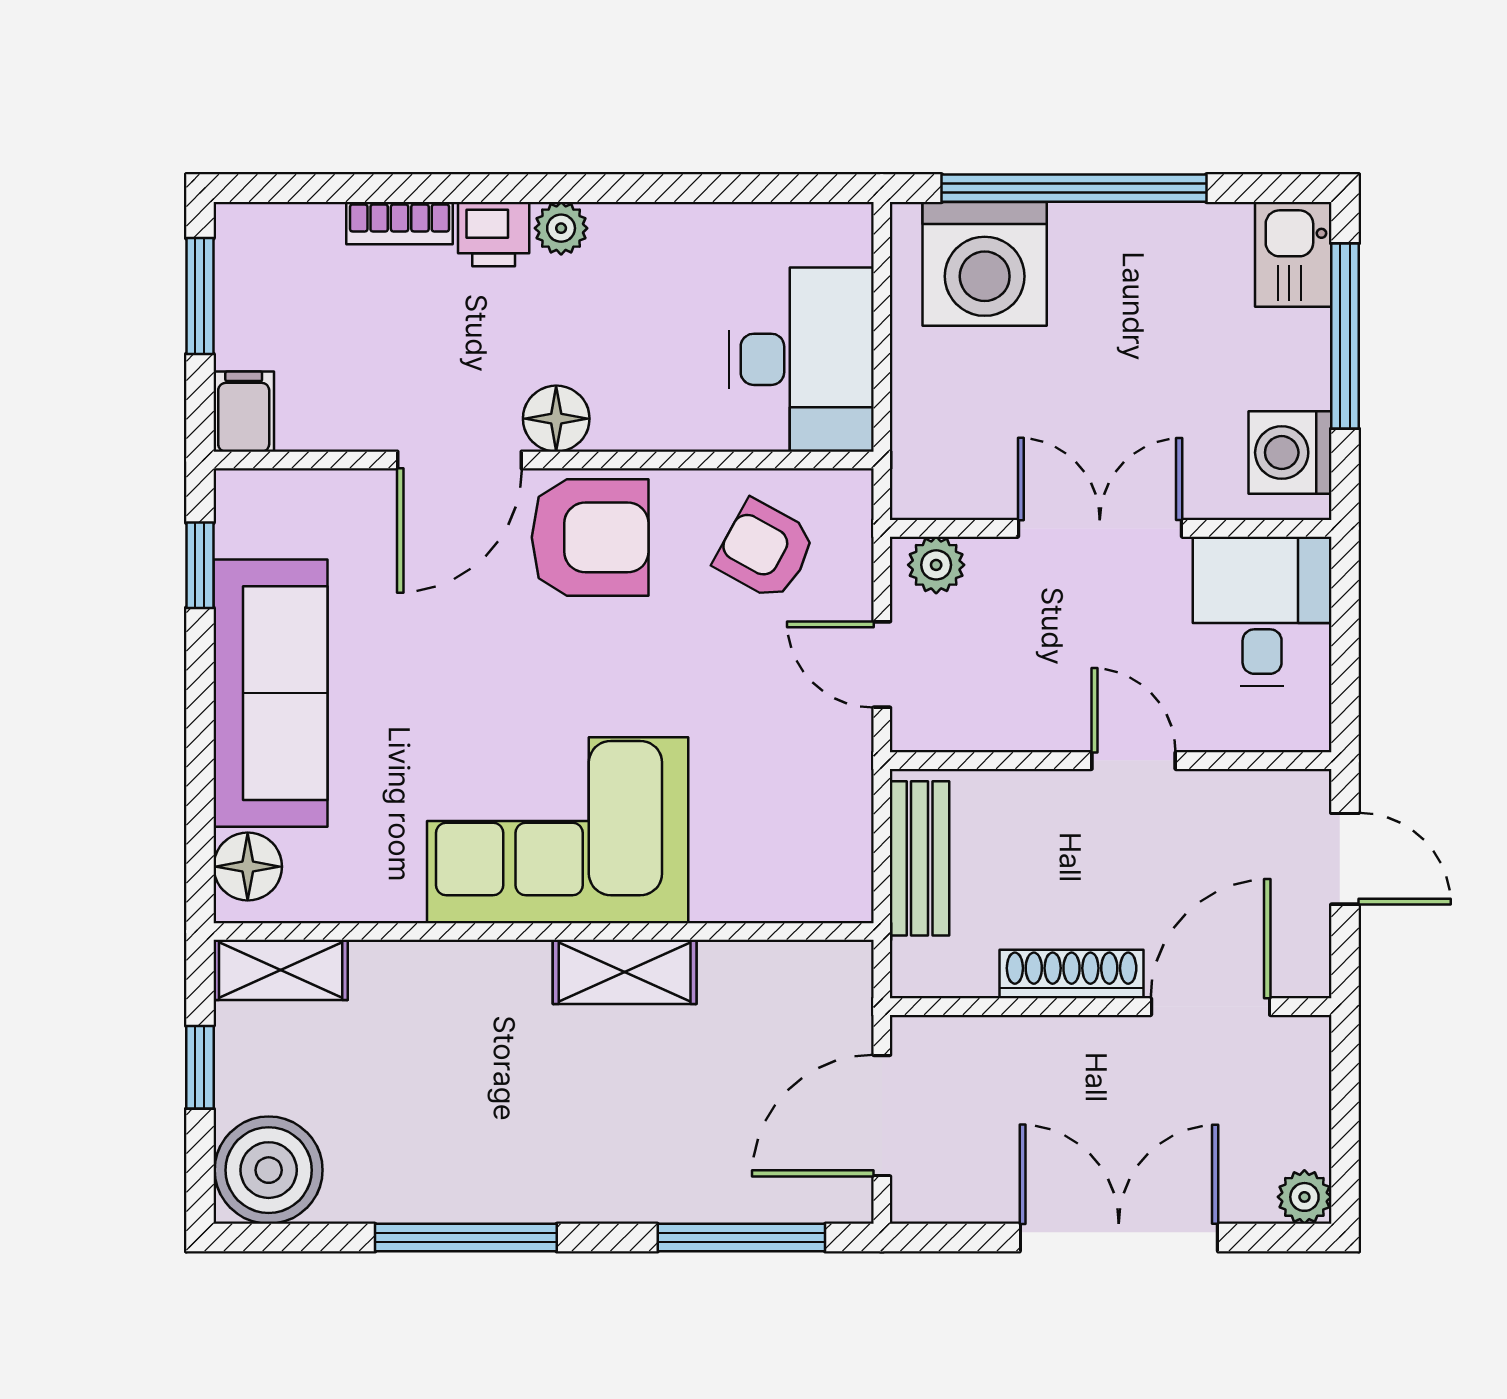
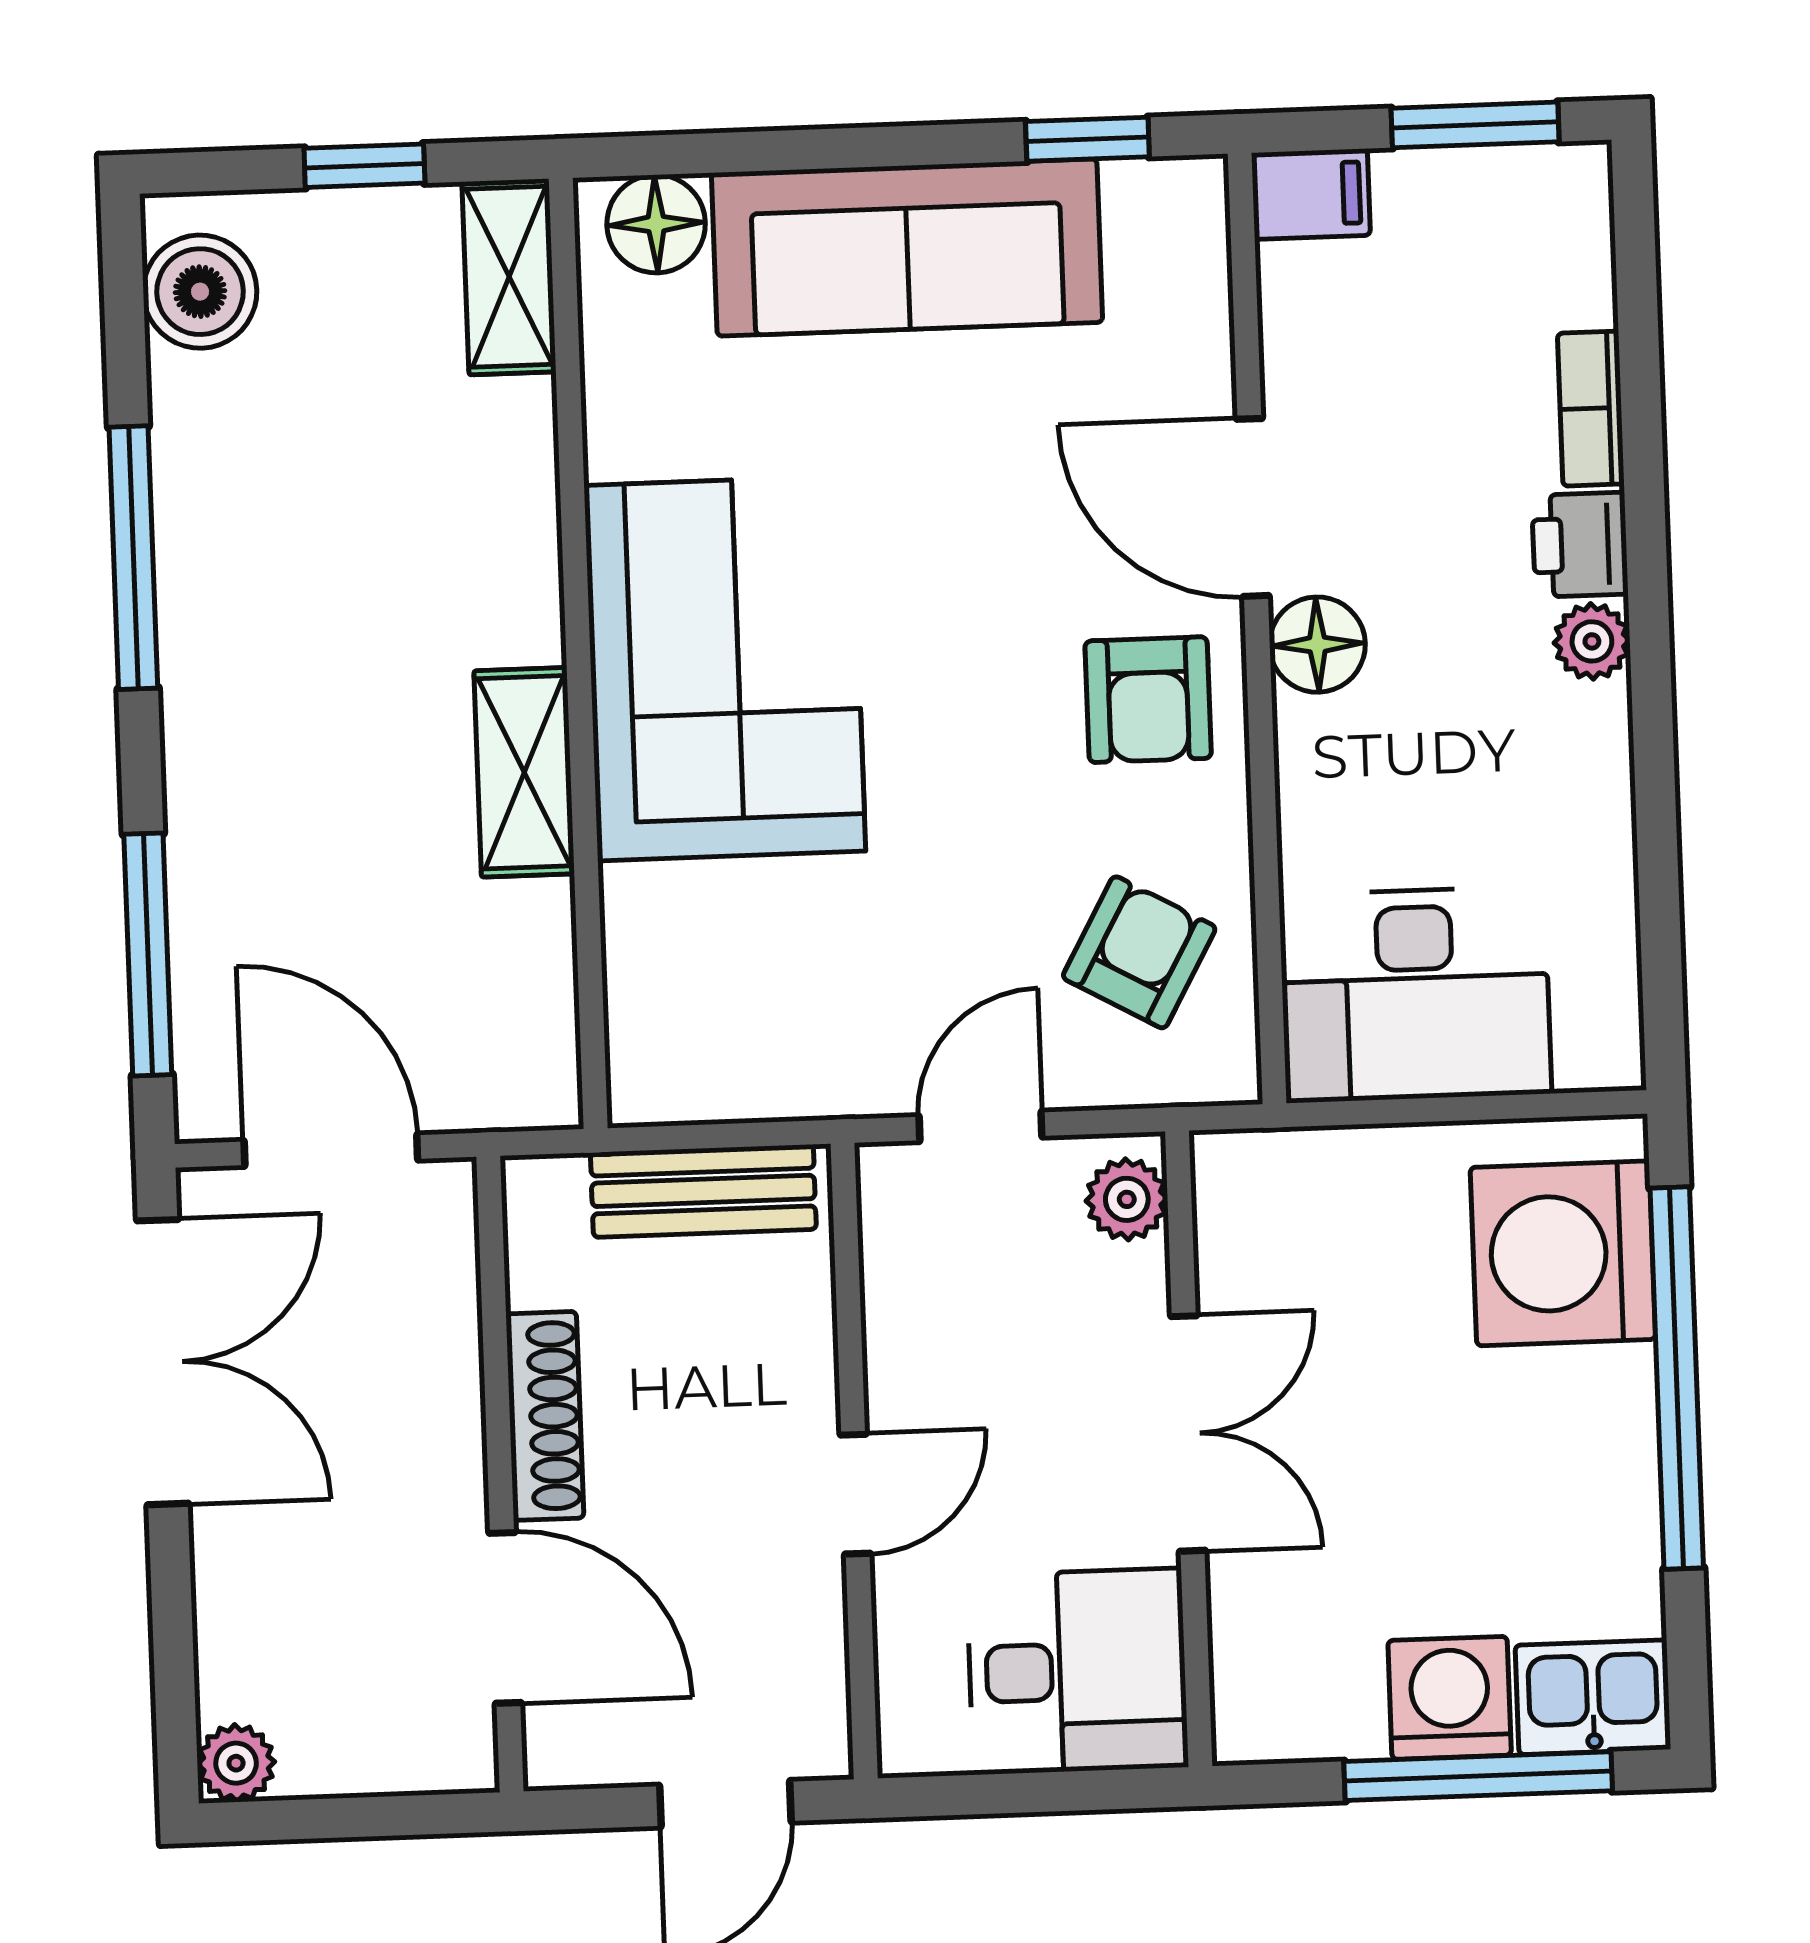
washing machine: (1290, 453) -> (1450, 1698), moved
armchair: (590, 537) -> (1148, 700), width x0.72, depth x0.72
boiler: (269, 1170) -> (200, 292), width x0.73, depth x0.73
double door: (1119, 1238) -> (163, 1362), moved

